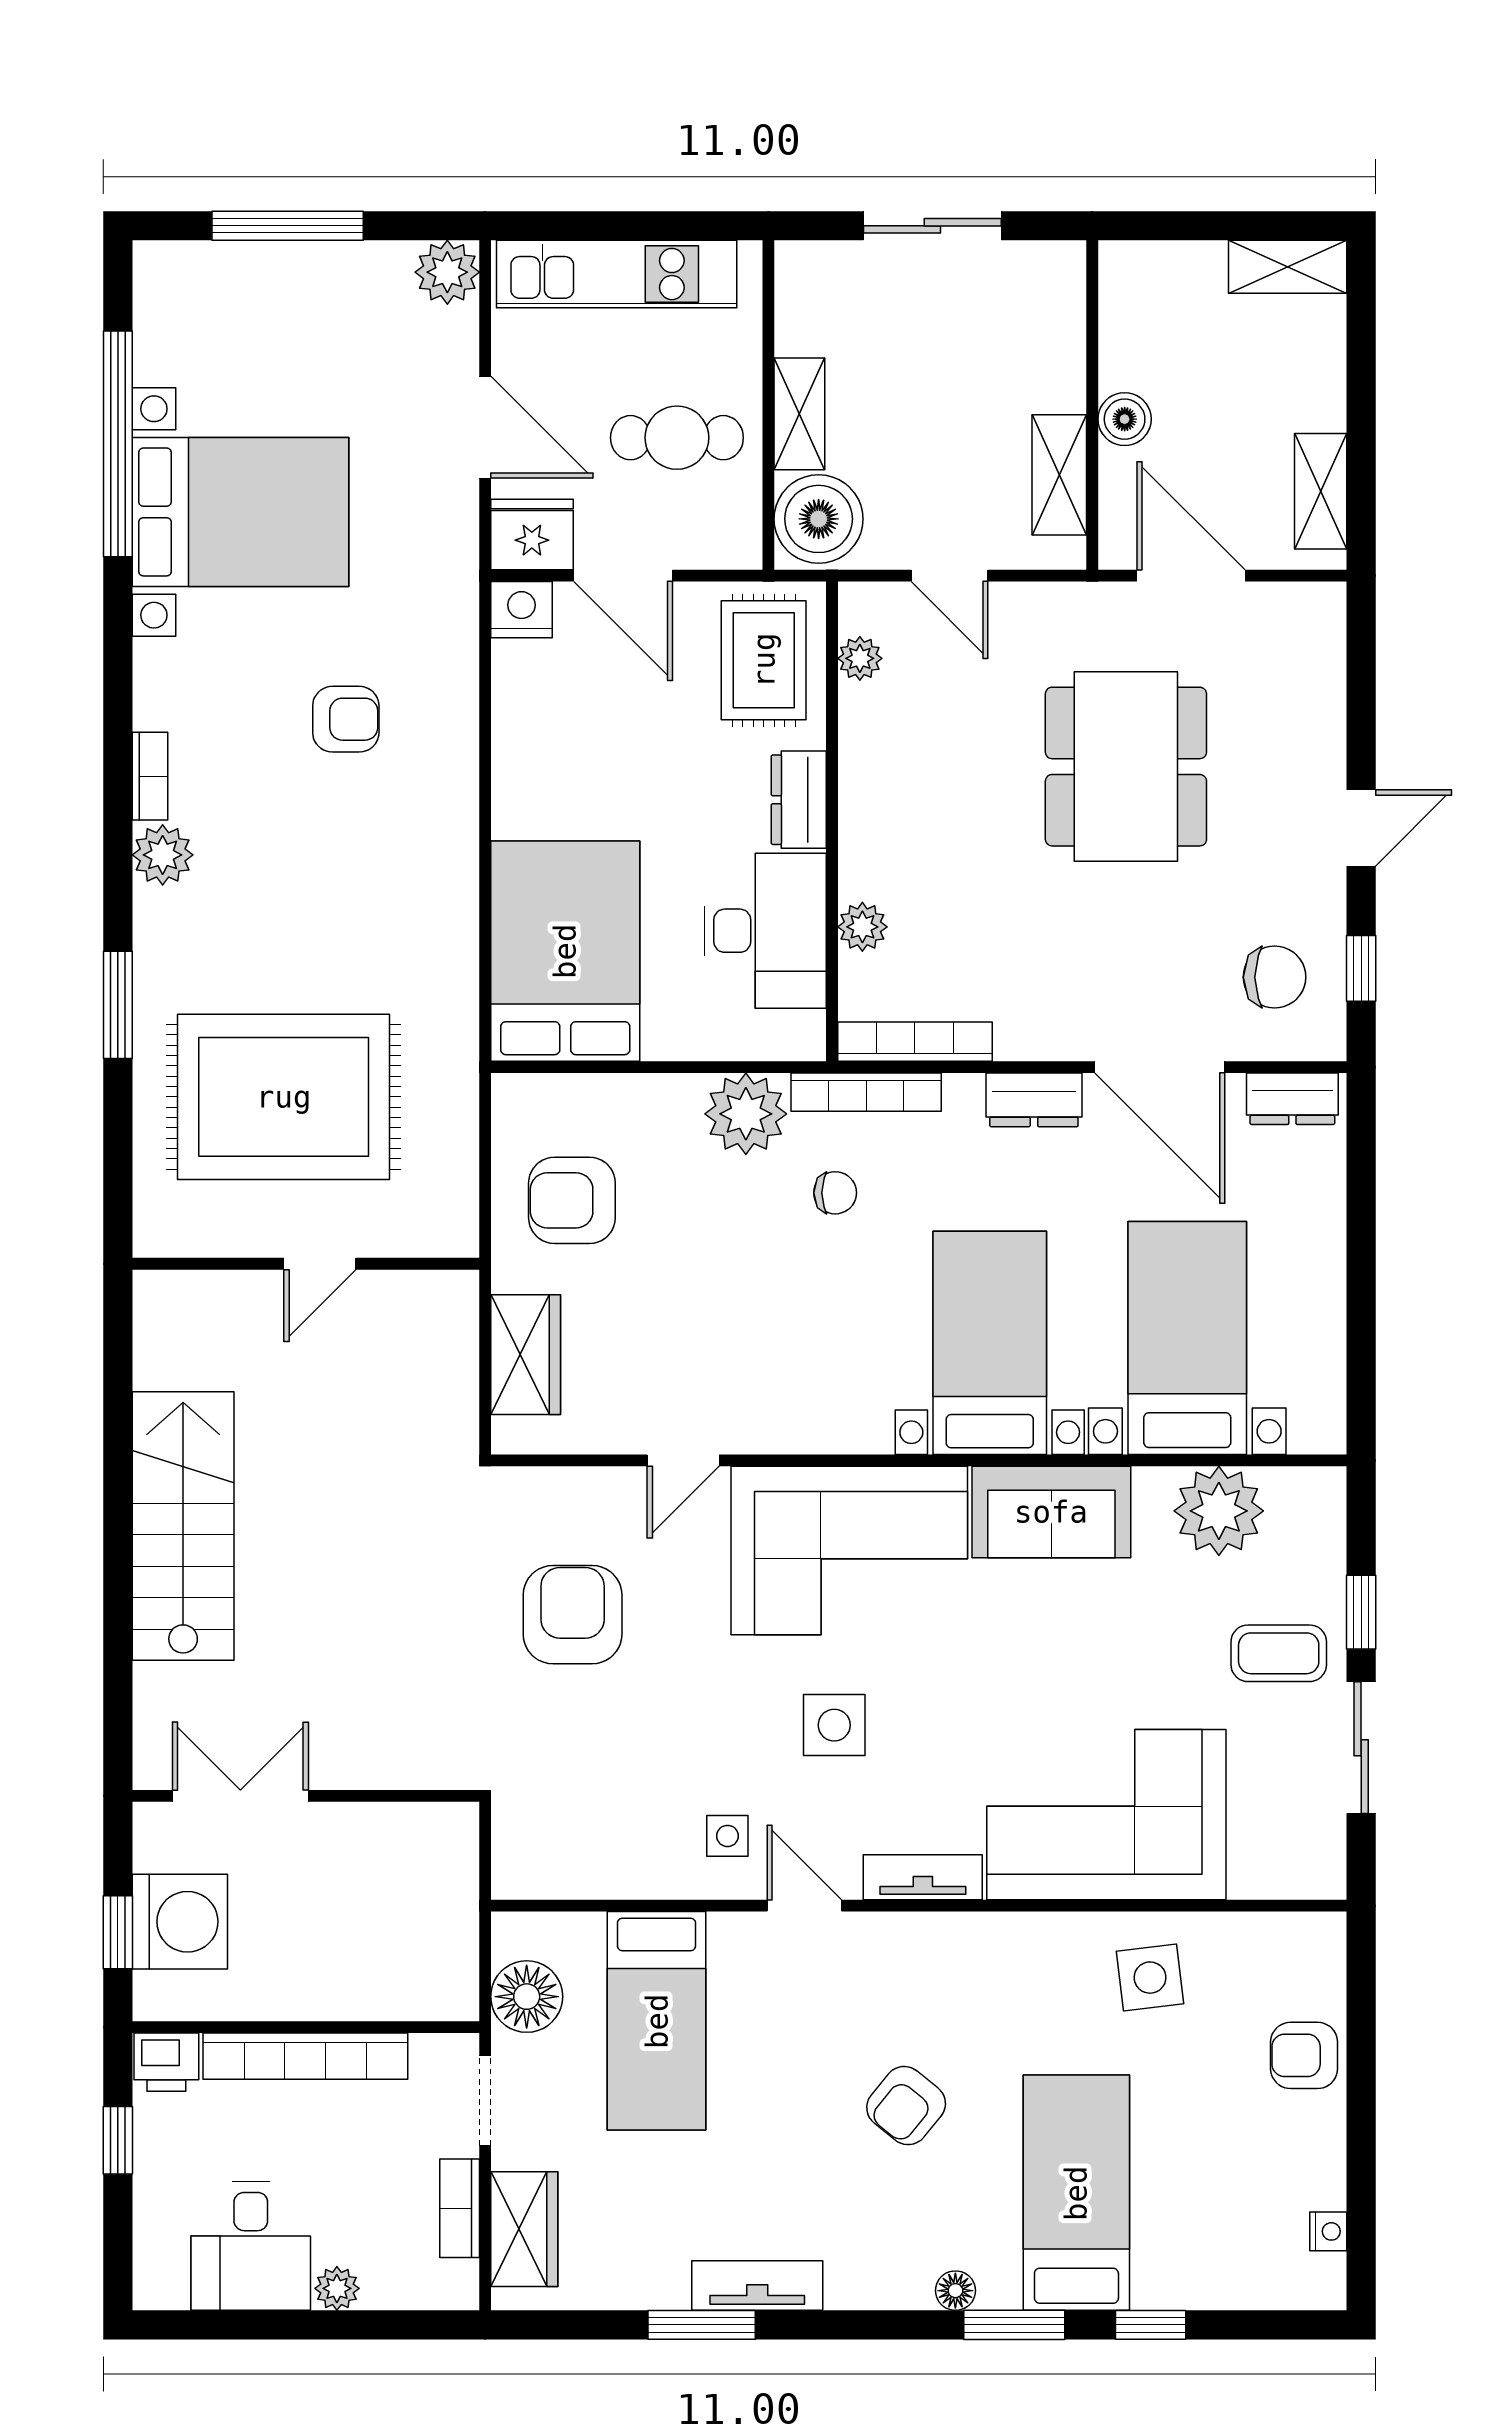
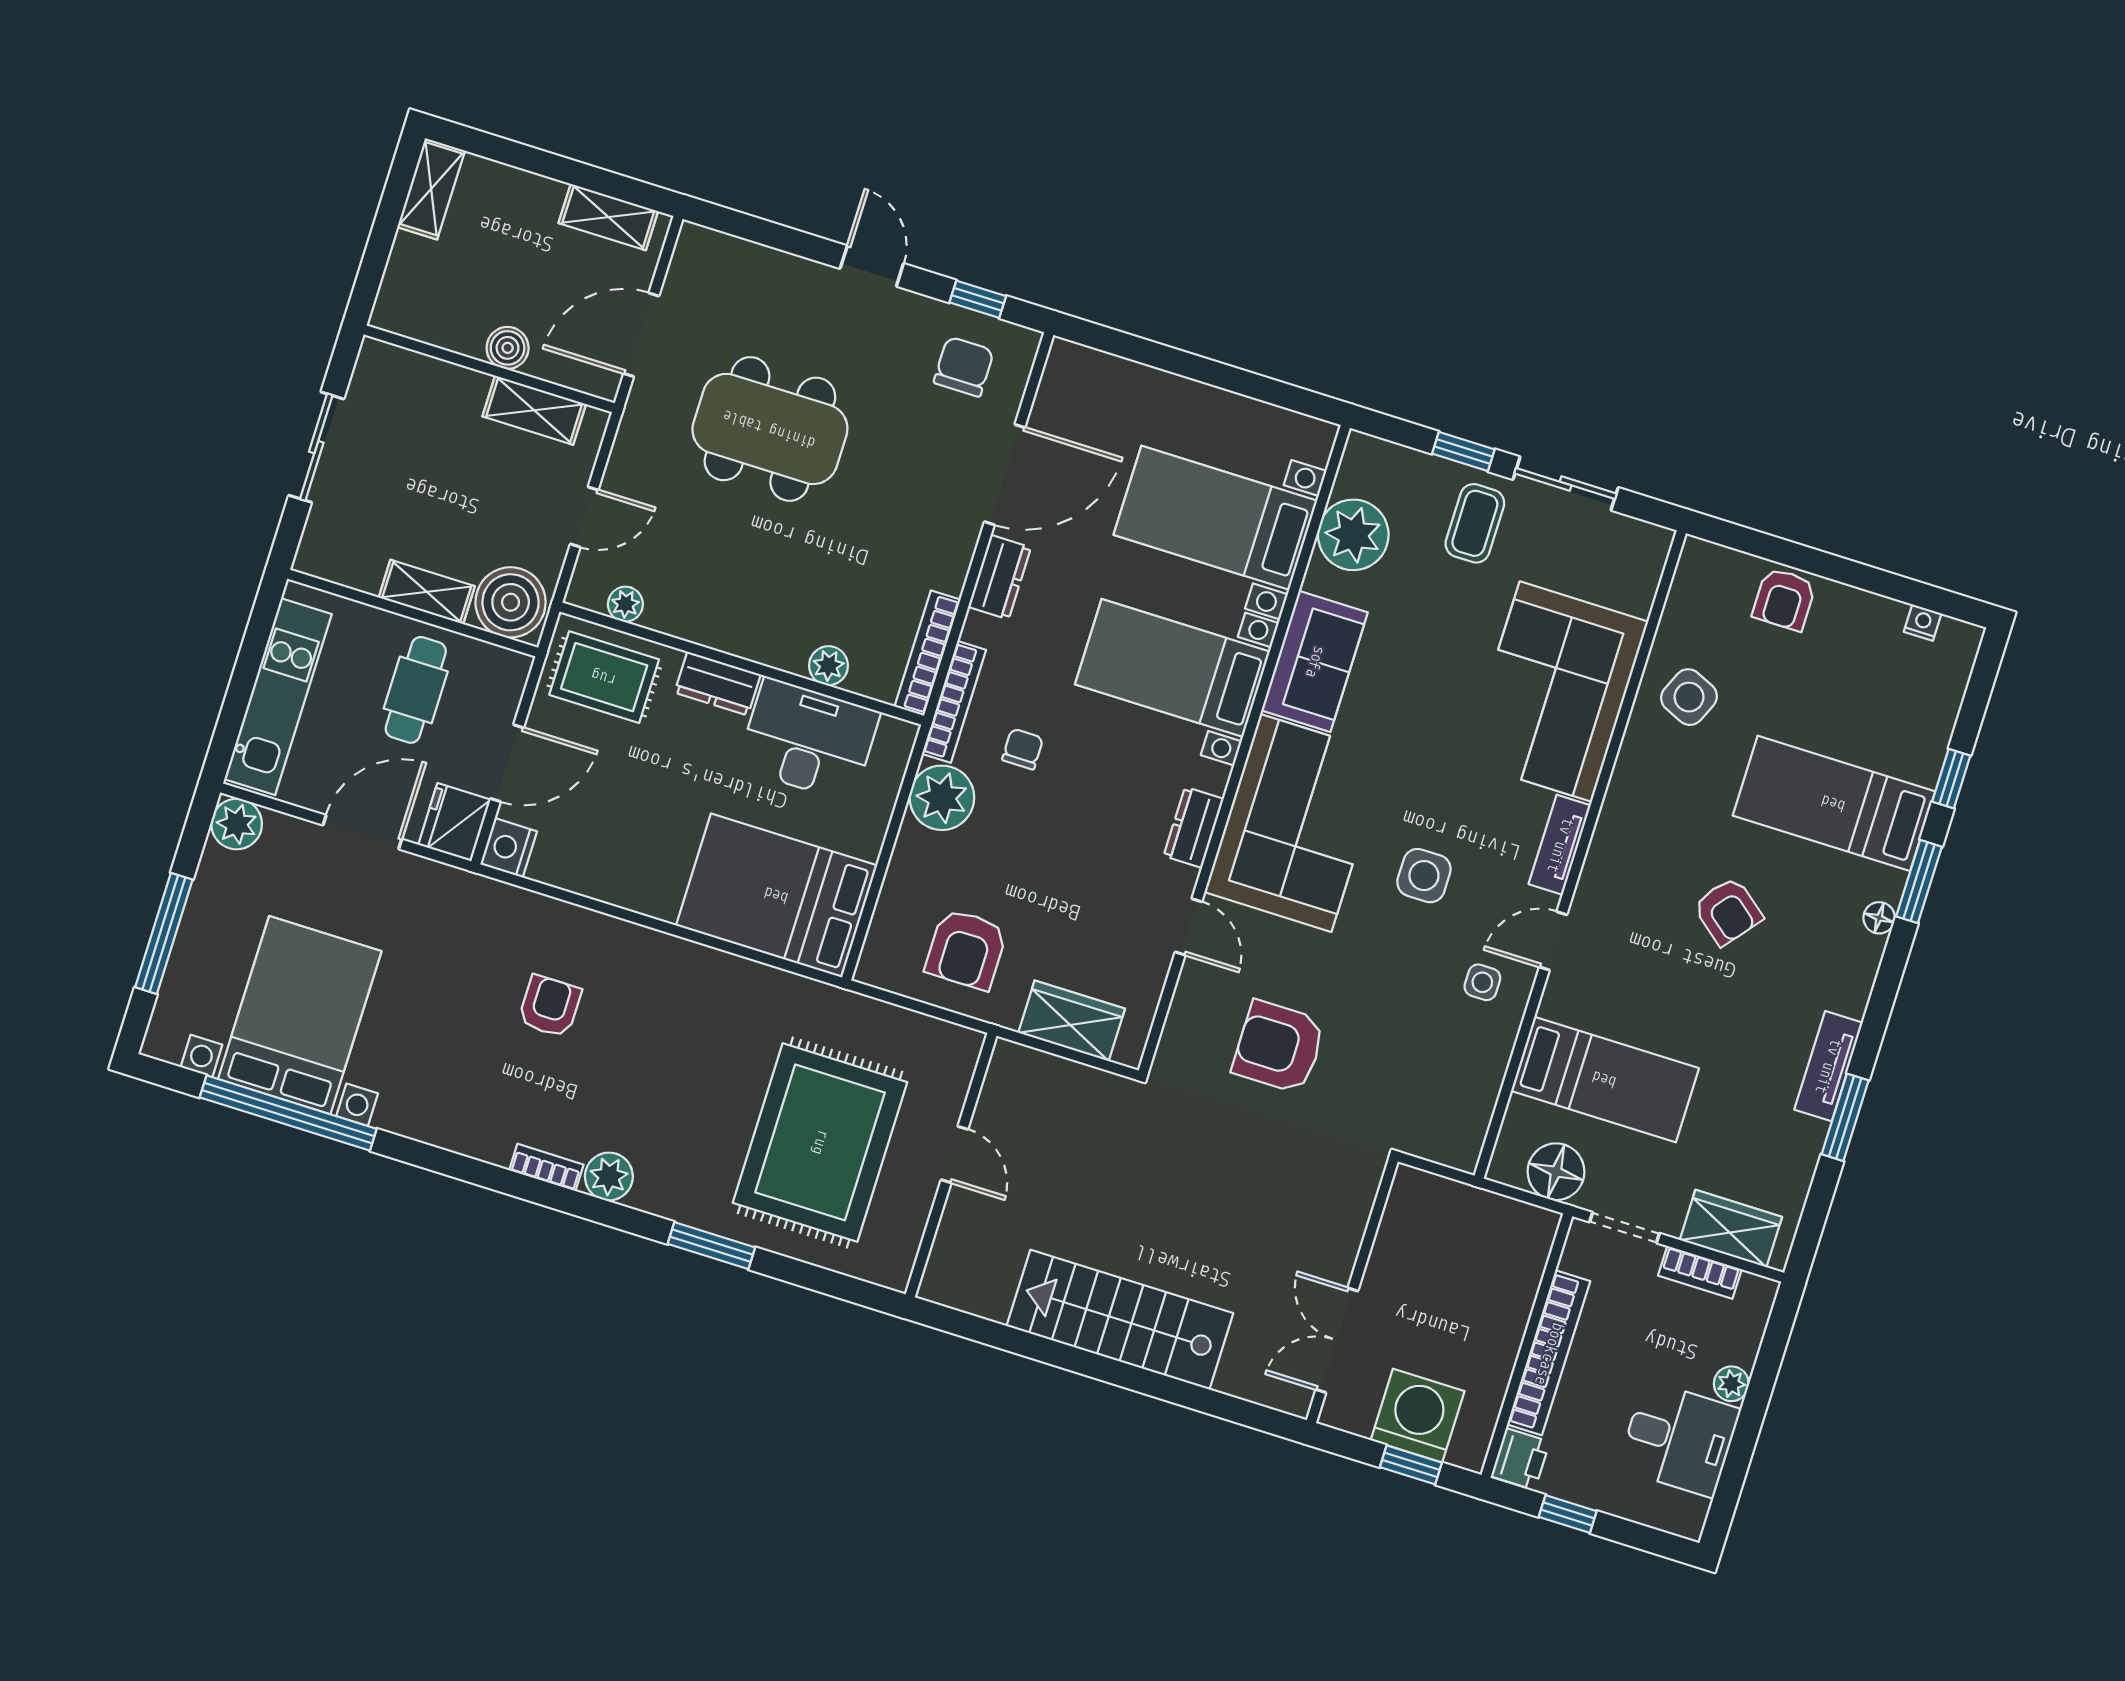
bed with nightstands: (240, 512) -> (300, 1015), moved
dresser: (1292, 1099) -> (1194, 827), moved, turned 180
side table: (1150, 1978) -> (1689, 697), turned 31

